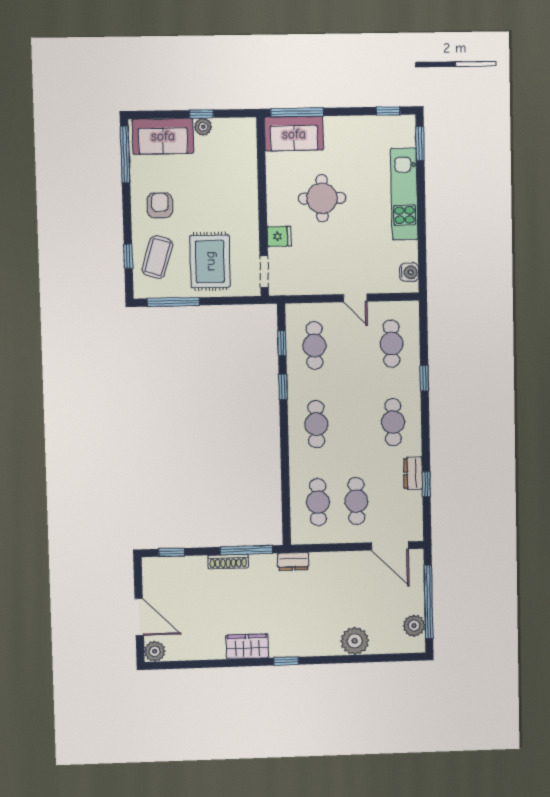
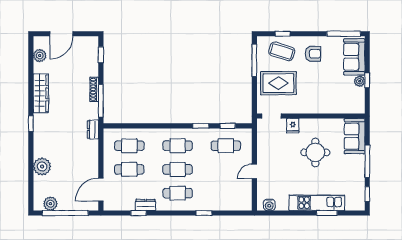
window: (297, 112) -> (367, 161), moved
window: (420, 144) -> (327, 213), moved
cafe table: (391, 344) -> (178, 169), moved
wardrobe: (247, 646) -> (41, 93), width x1.50
plant: (155, 651) -> (40, 55), moved

